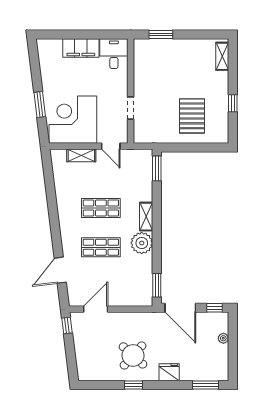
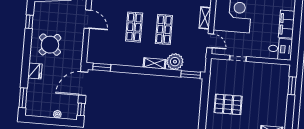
door: (111, 146) -> (210, 41), swing flipped
plant: (142, 243) -> (175, 62), moved
window: (134, 385) -> (29, 22), moved

